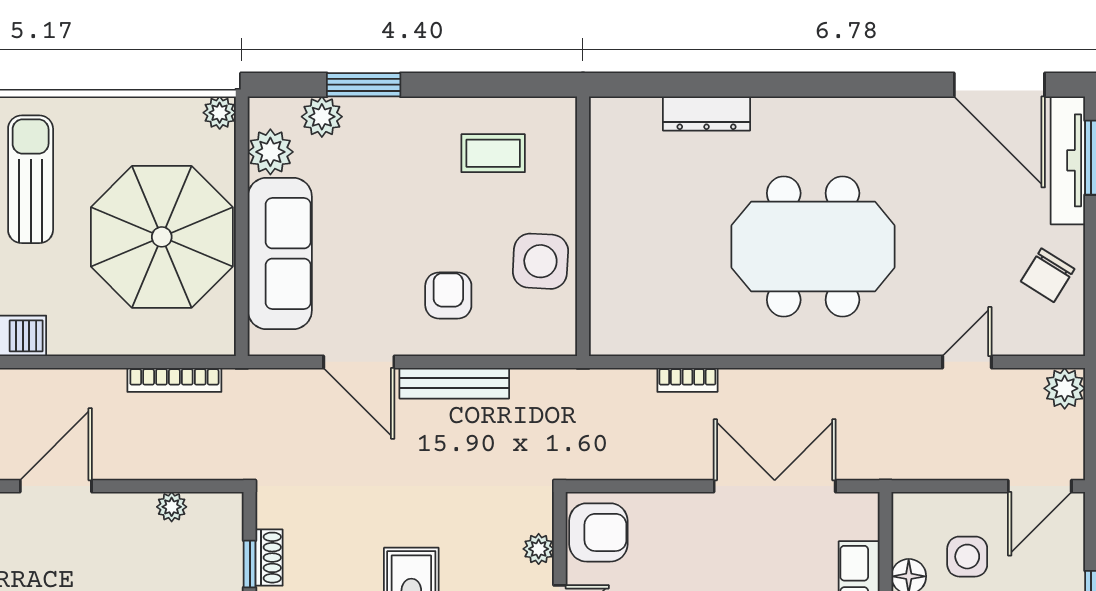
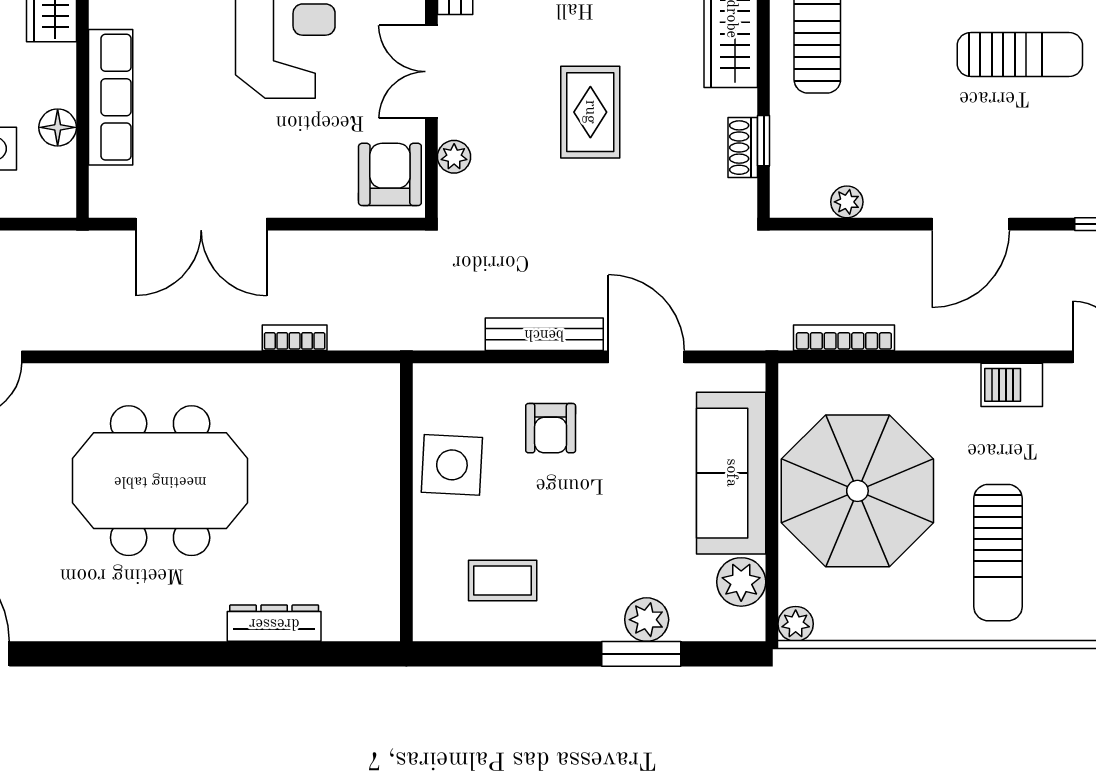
plant: (322, 117) -> (647, 620), moved
armchair: (598, 532) -> (390, 174), turned 90

